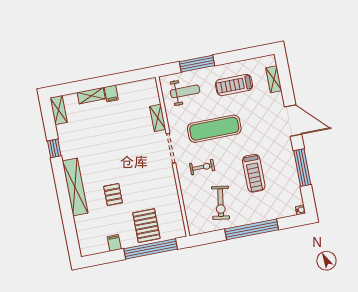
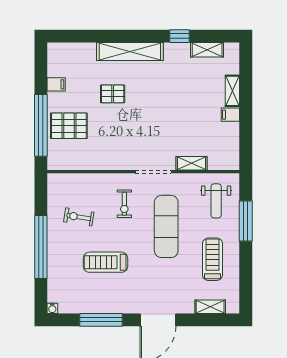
shelving: (59, 110) -> (207, 50), moved
exercise bike: (221, 203) -> (79, 217), width x0.73, depth x0.72

